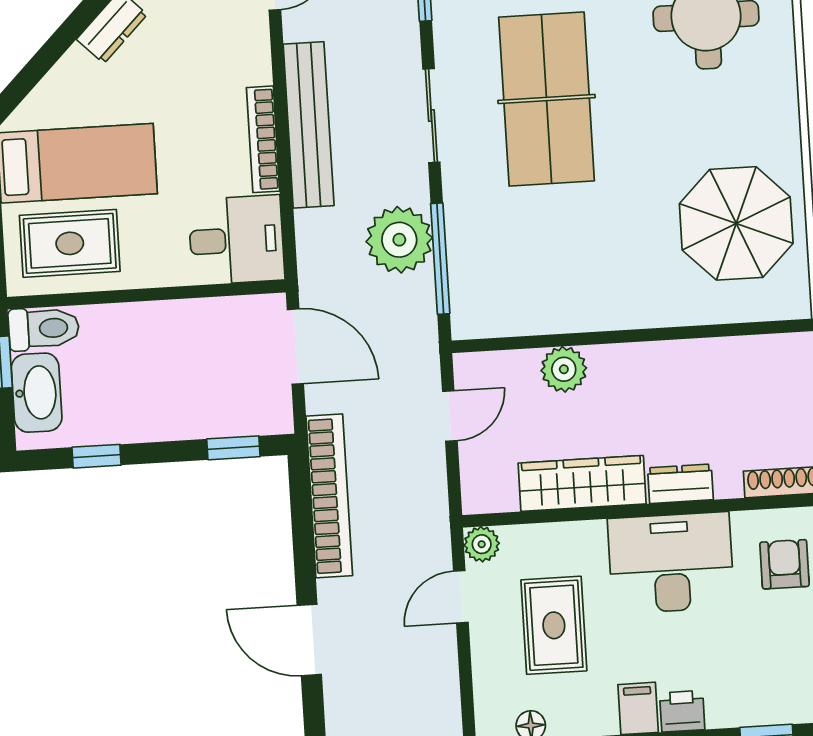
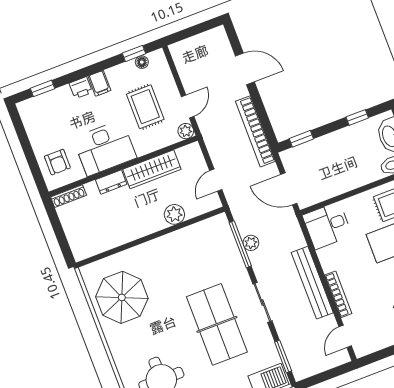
bookcase: (263, 139) -> (338, 294), moved
plant: (399, 240) -> (251, 243), width x0.53, depth x0.53

